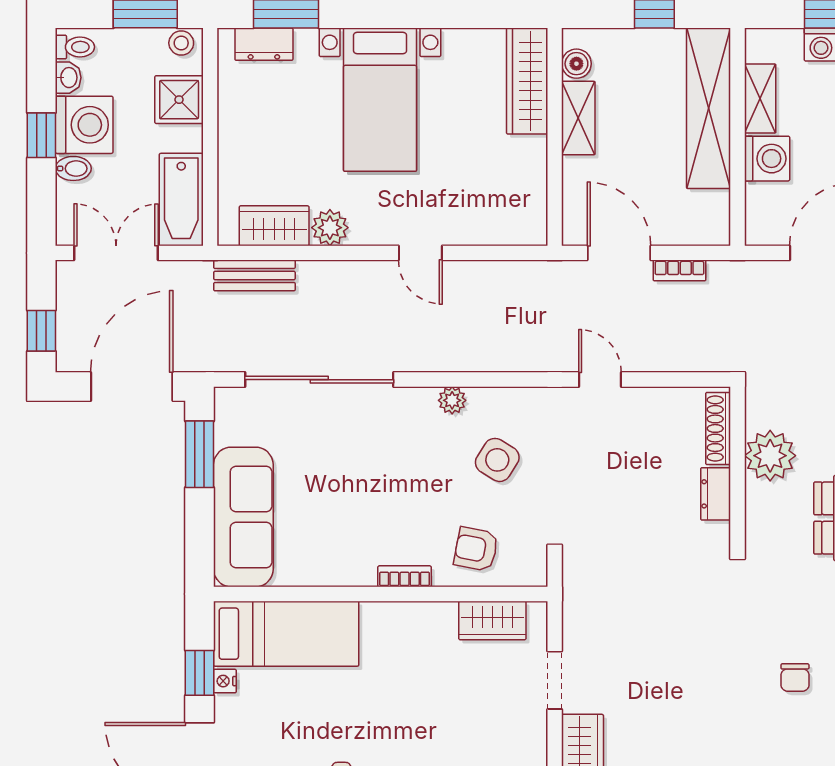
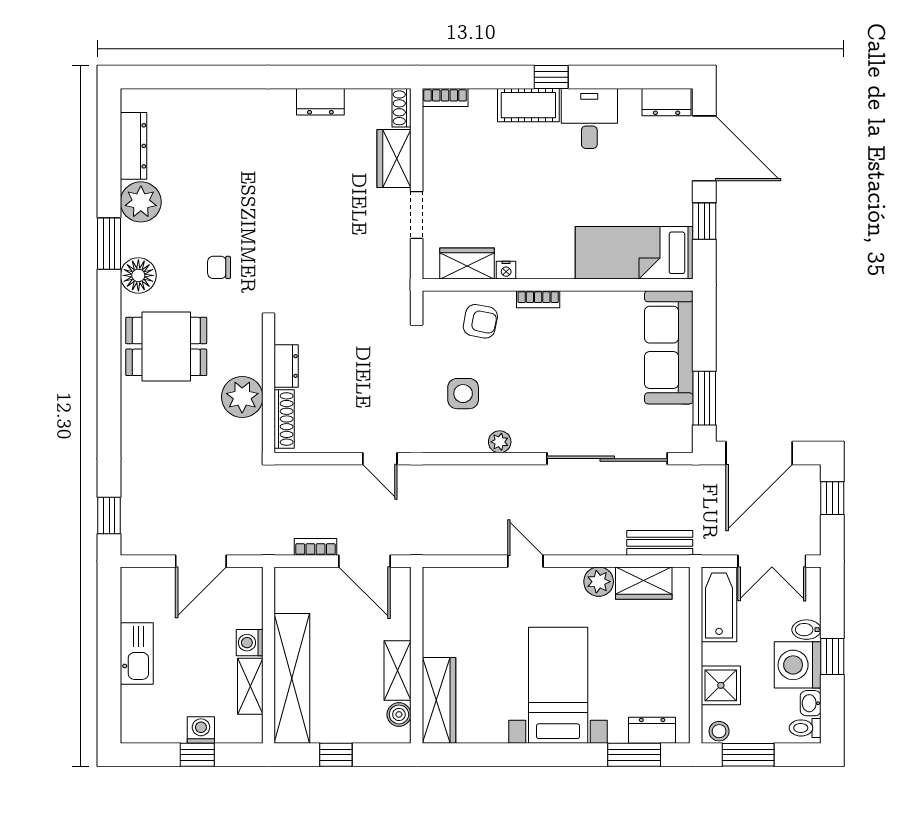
washing machine: (767, 159) -> (250, 643), width x0.73, depth x0.73
side table: (497, 460) -> (463, 394), turned -32
chair: (795, 678) -> (219, 267), moved, turned -90
nightstand: (225, 681) -> (506, 270), moved, turned 90

